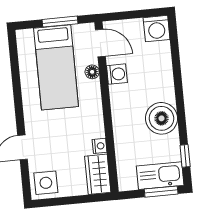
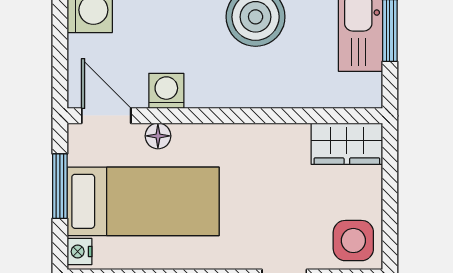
door: (100, 43) -> (106, 116), hinge flipped
nightstand: (100, 146) -> (80, 252), moved, turned -90

